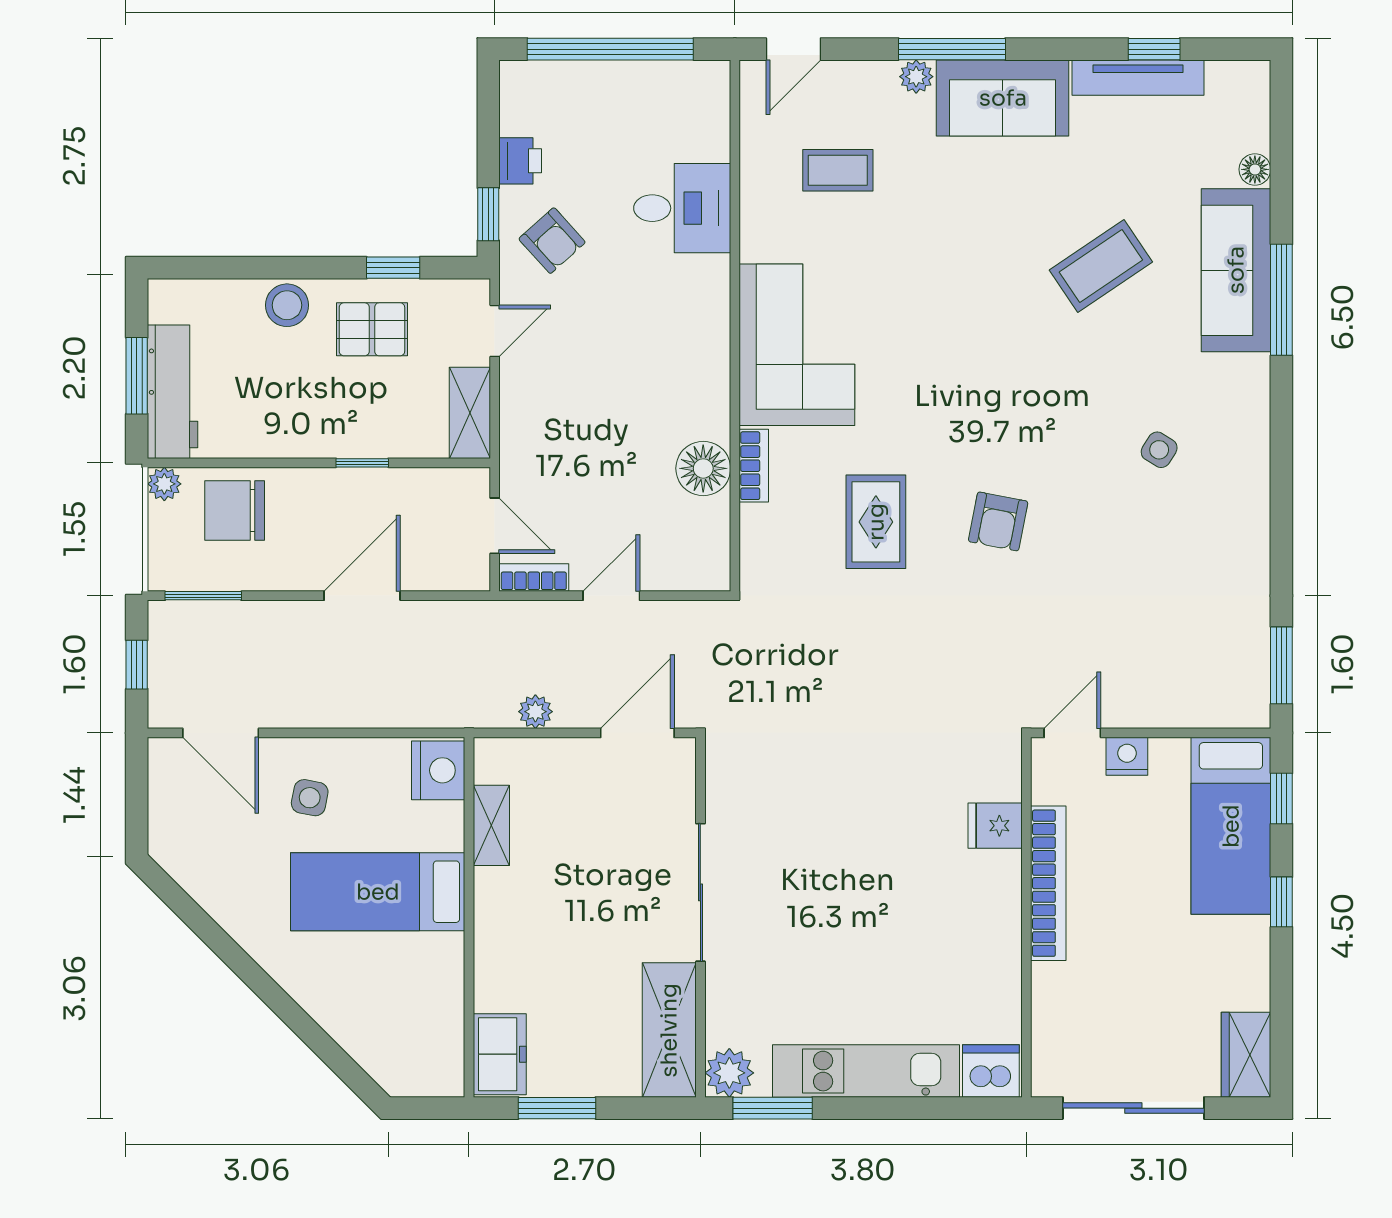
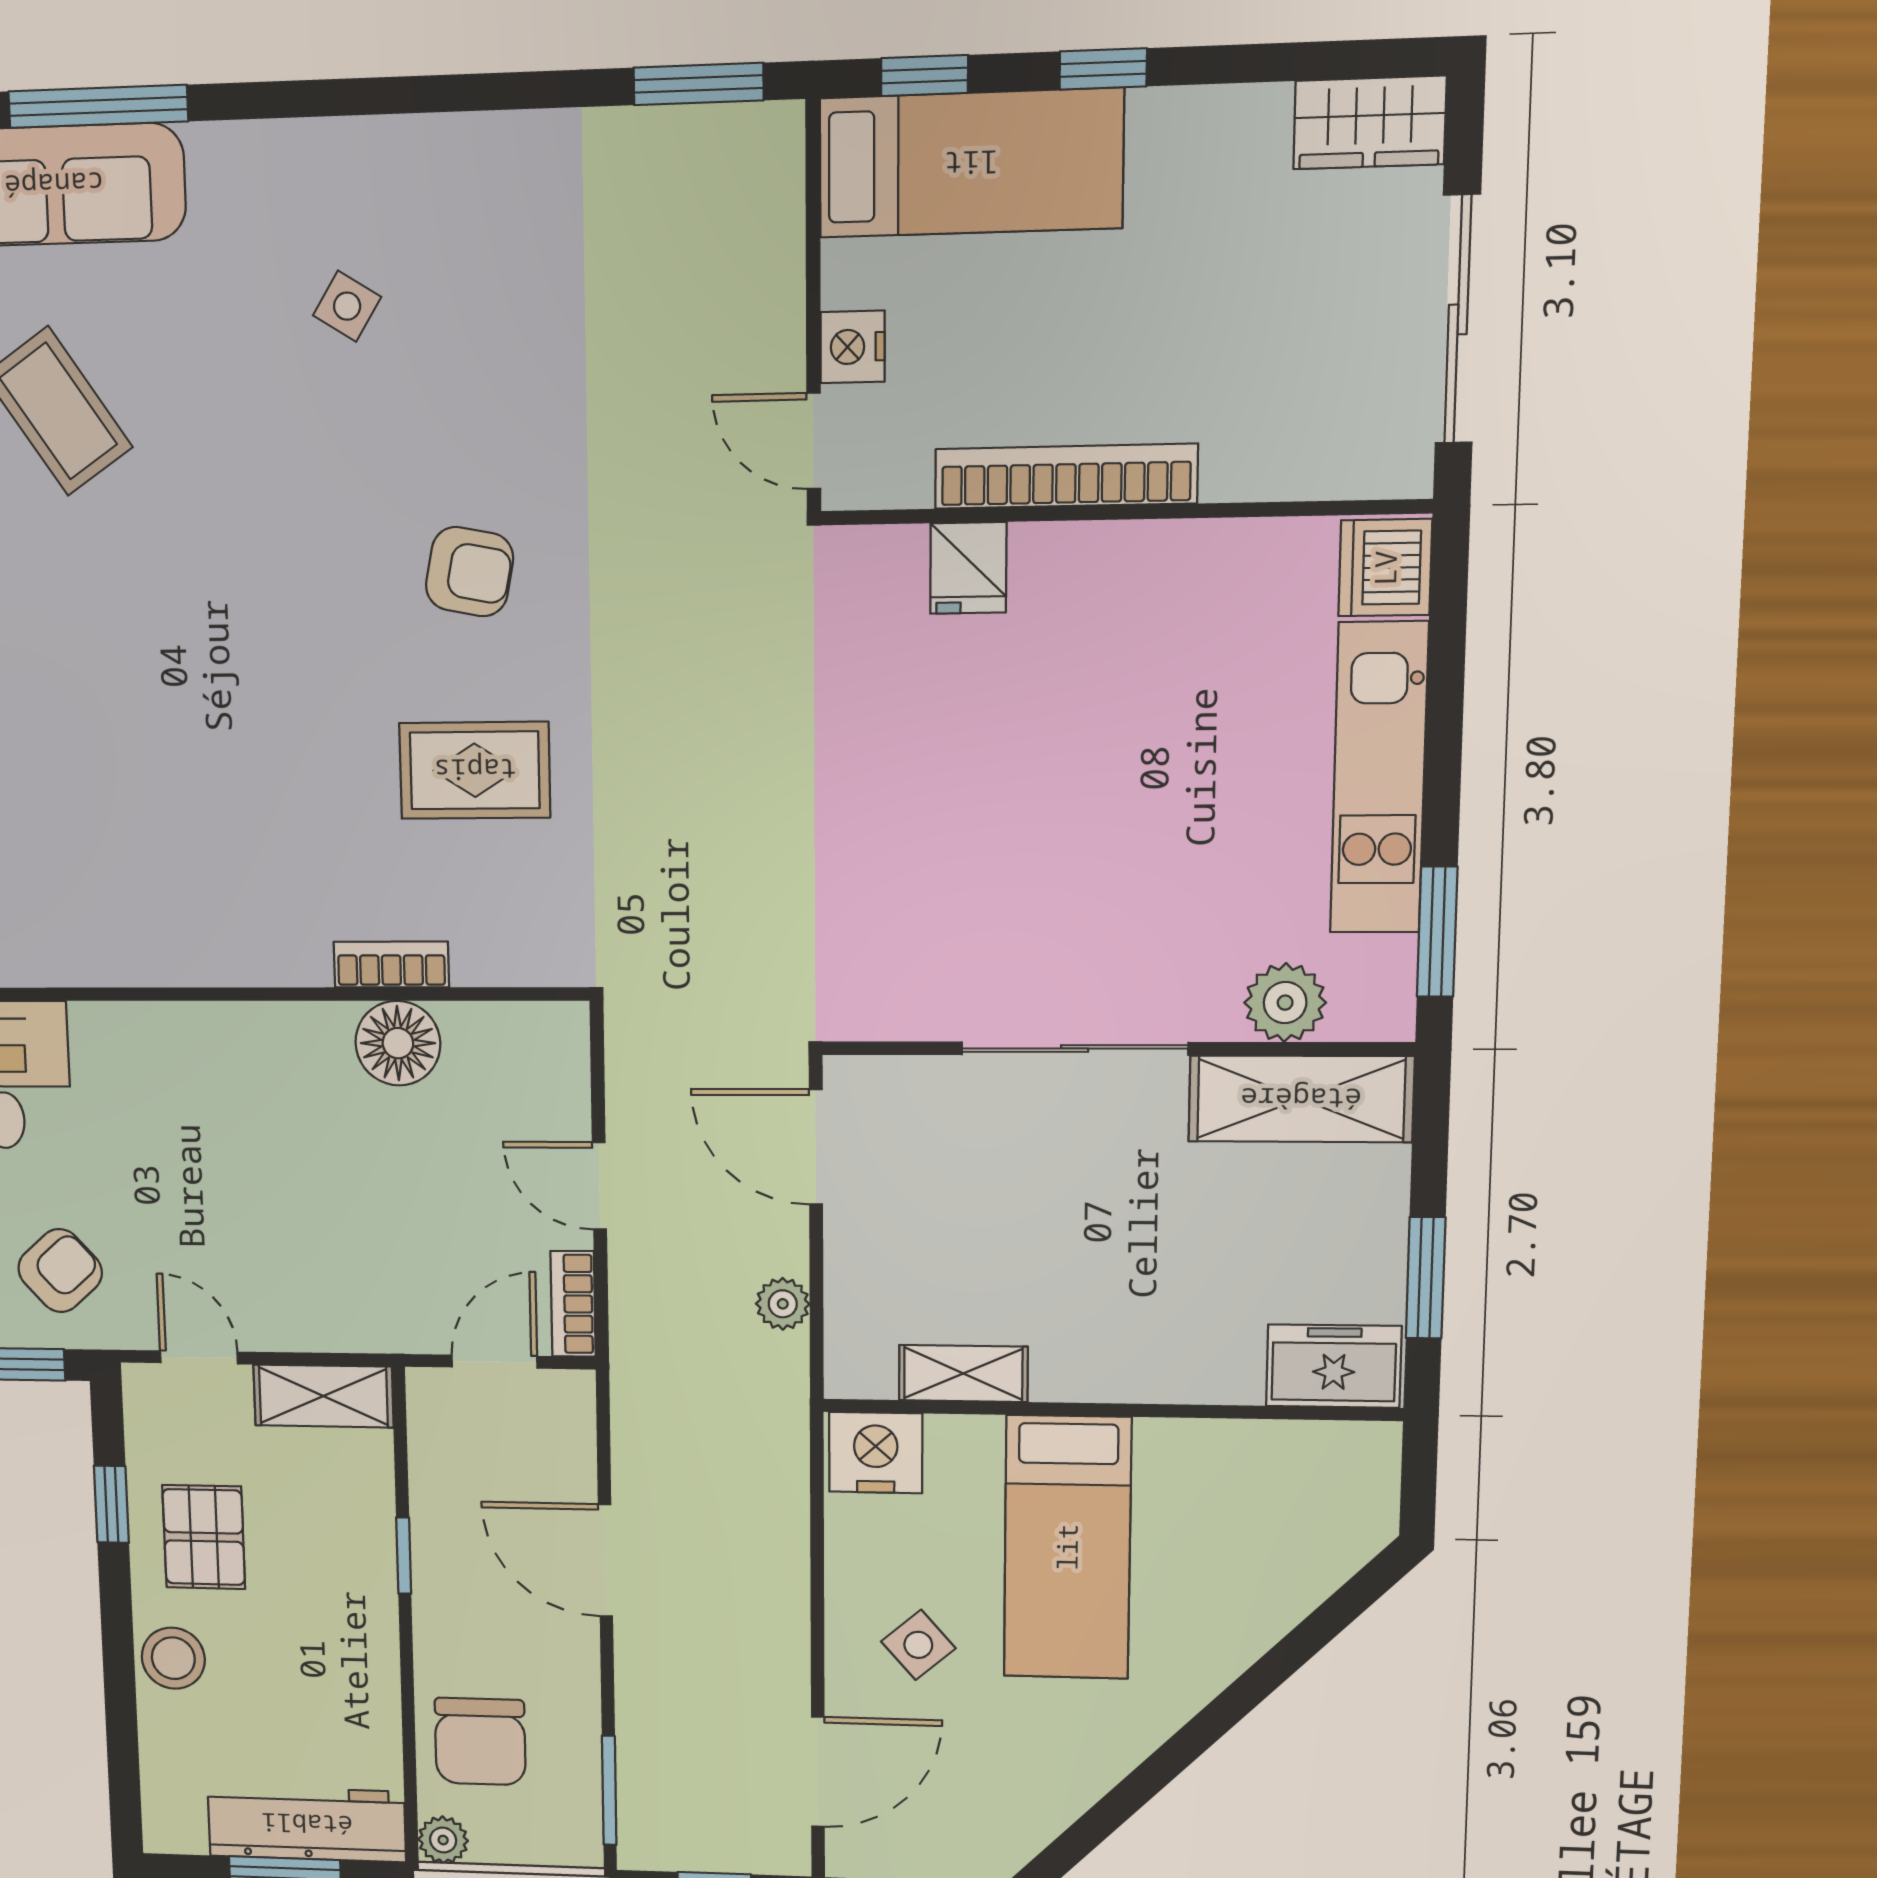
corner sofa: (797, 345) -> (201, 898), removed
side table: (310, 798) -> (918, 1645), turned 38
plant: (729, 1073) -> (1285, 1003), moved

